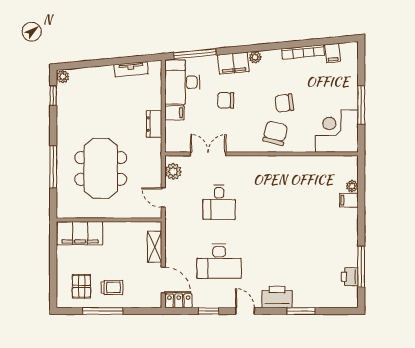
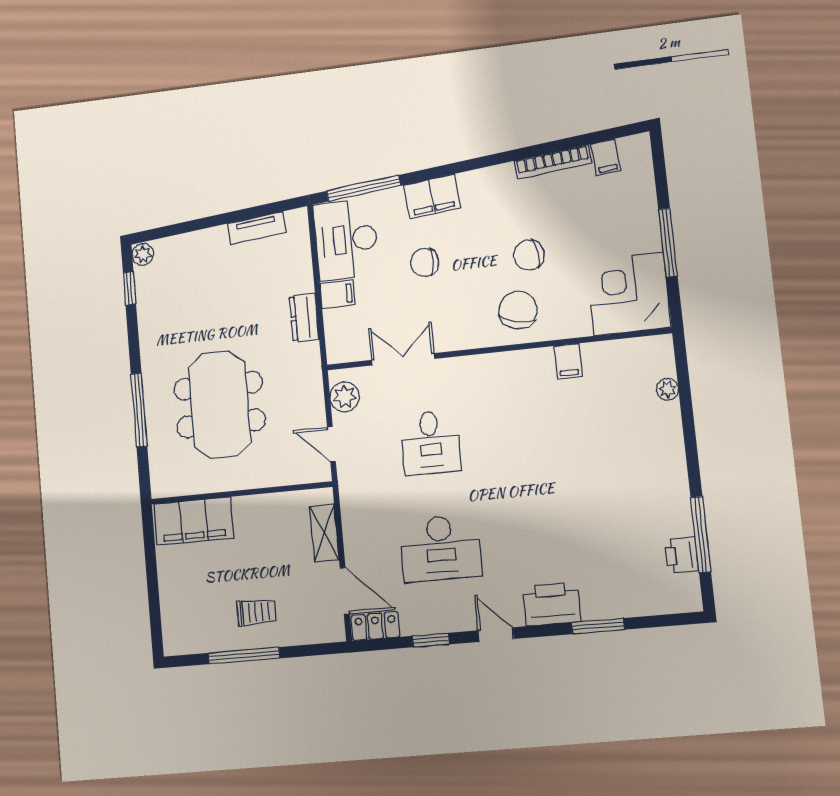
plant: (255, 57) -> (469, 182), removed
filing cabinet: (349, 200) -> (568, 361), moved, turned -90
pallet: (81, 286) -> (204, 615), removed

